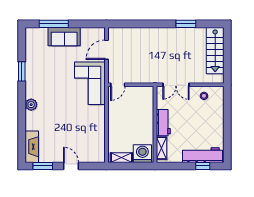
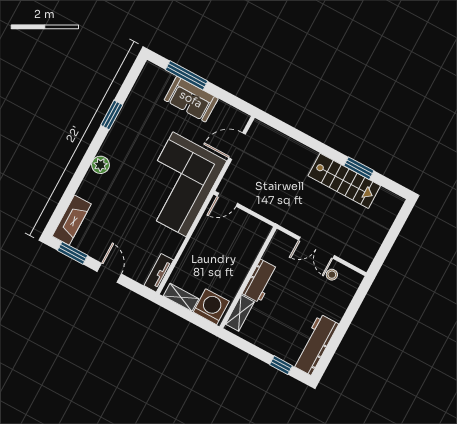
stairs: (215, 51) -> (344, 181), moved, turned -90
corner sofa: (90, 83) -> (179, 184), width x1.36, depth x1.36
double door: (176, 85) -> (317, 248), moved
tv unit: (100, 150) -> (159, 273), added
workbench: (203, 155) -> (315, 345), moved, turned -90

